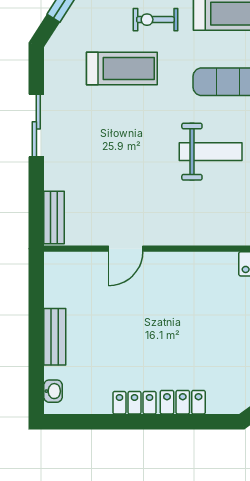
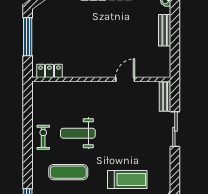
treadmill: (122, 68) -> (127, 179), turned 180
sliding door: (36, 125) -> (175, 129), moved

